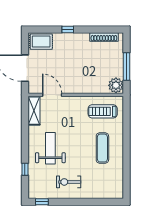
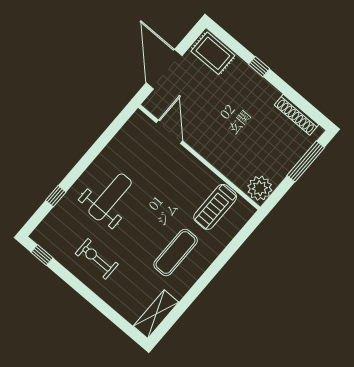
window: (127, 67) -> (306, 161), moved
shelving: (34, 111) -> (156, 314), moved
treadmill: (103, 111) -> (215, 207), turned -90

